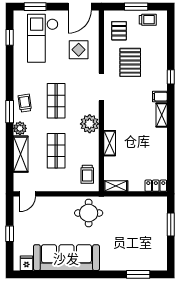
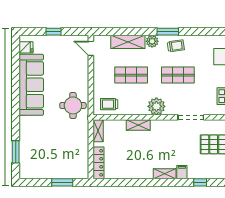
locker: (156, 186) -> (99, 163), width x1.53

